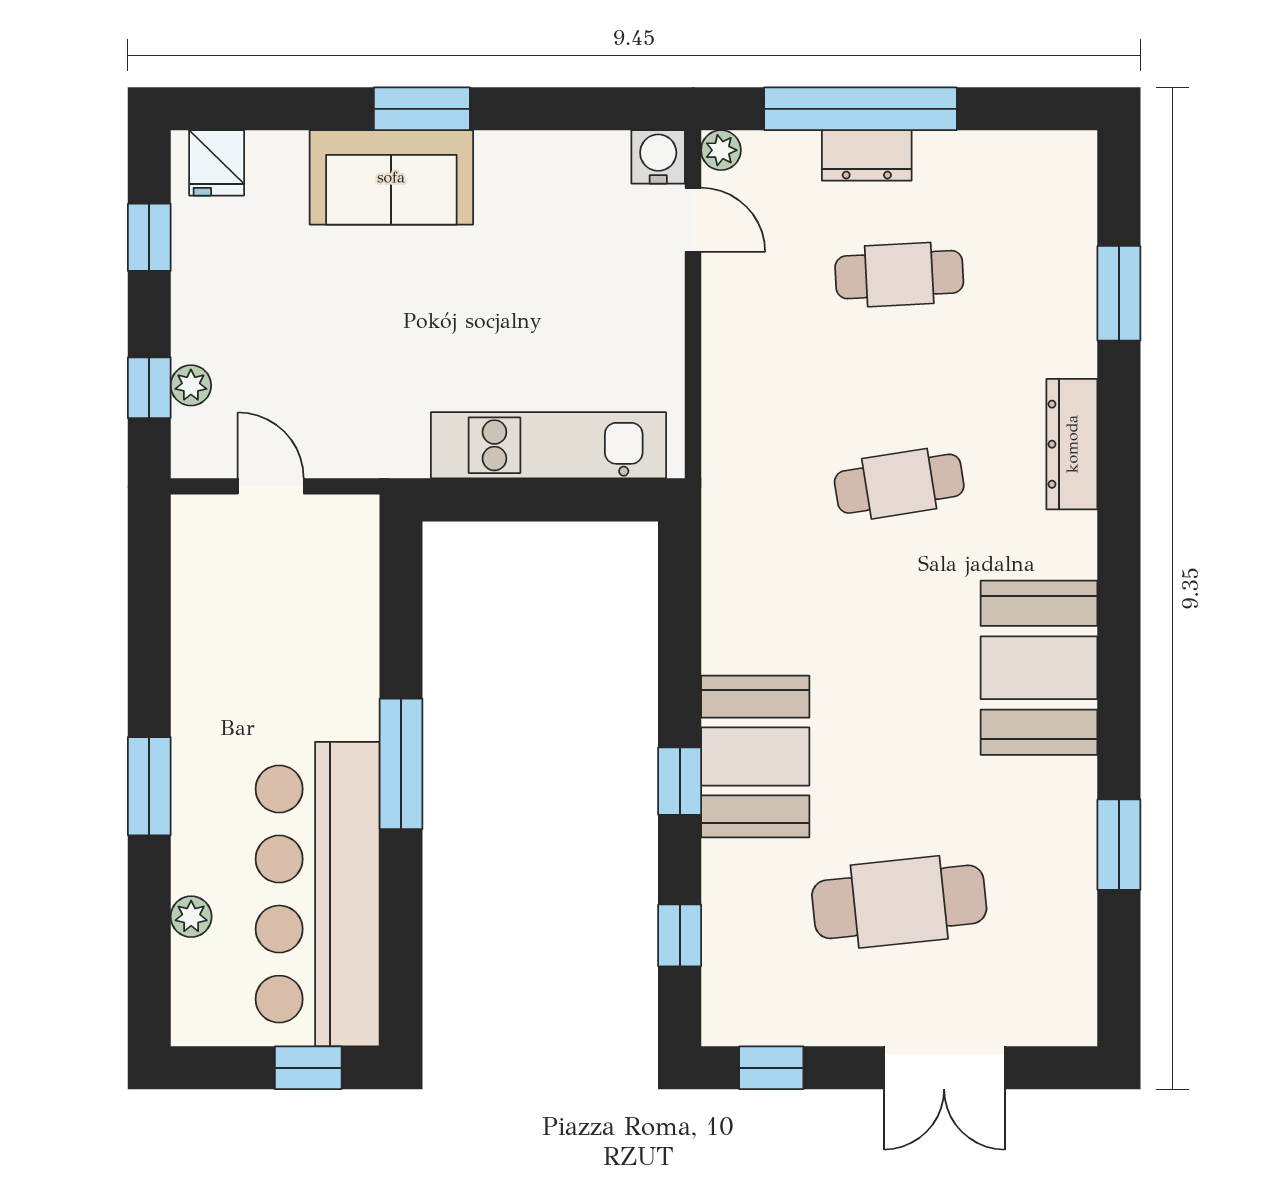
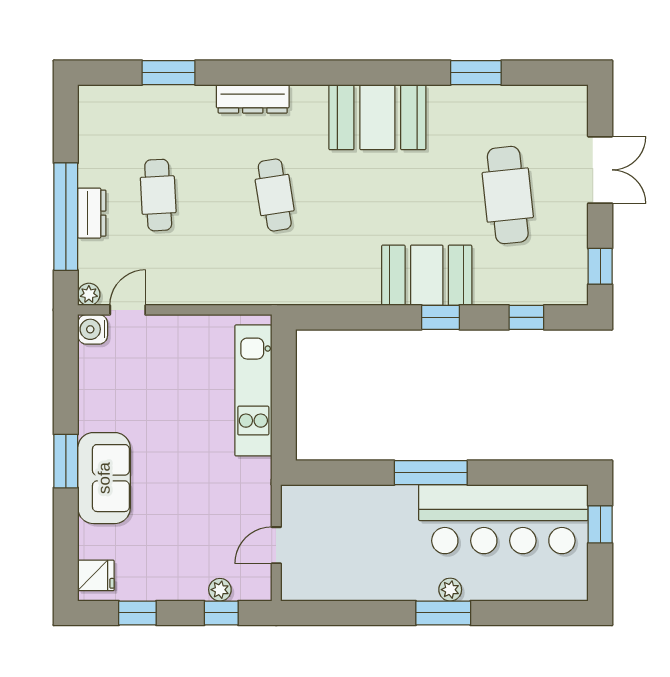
plant: (191, 917) -> (450, 590), moved

